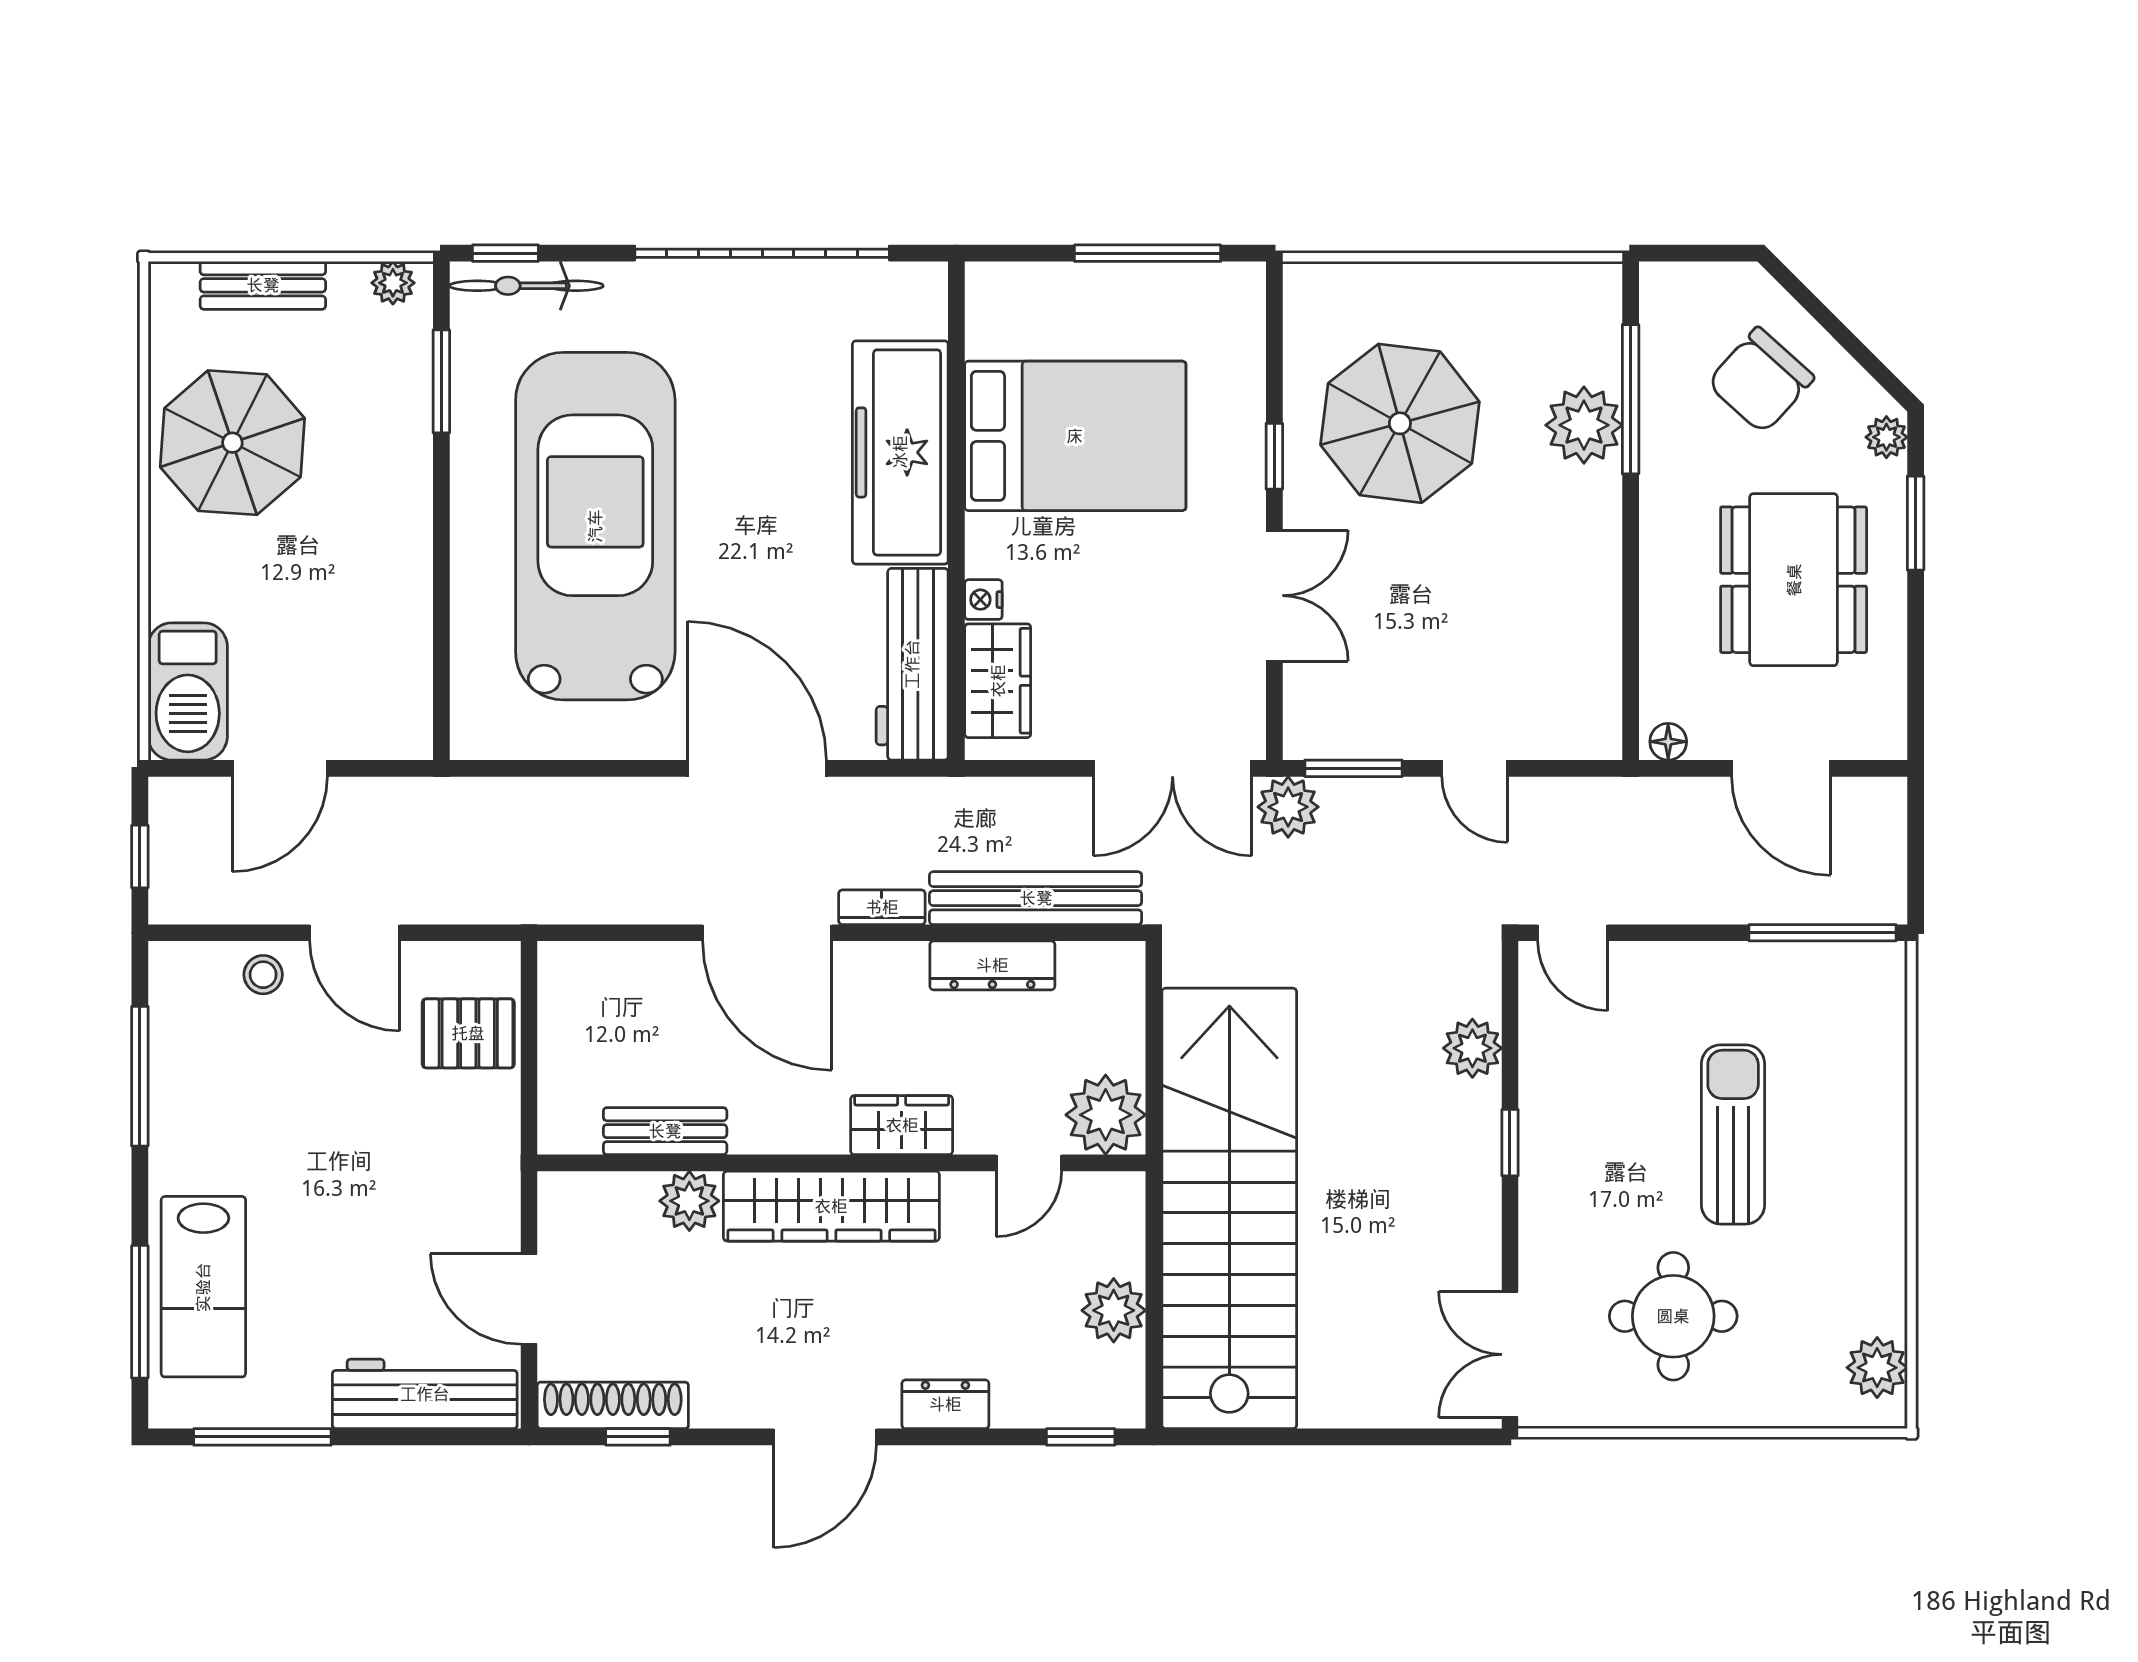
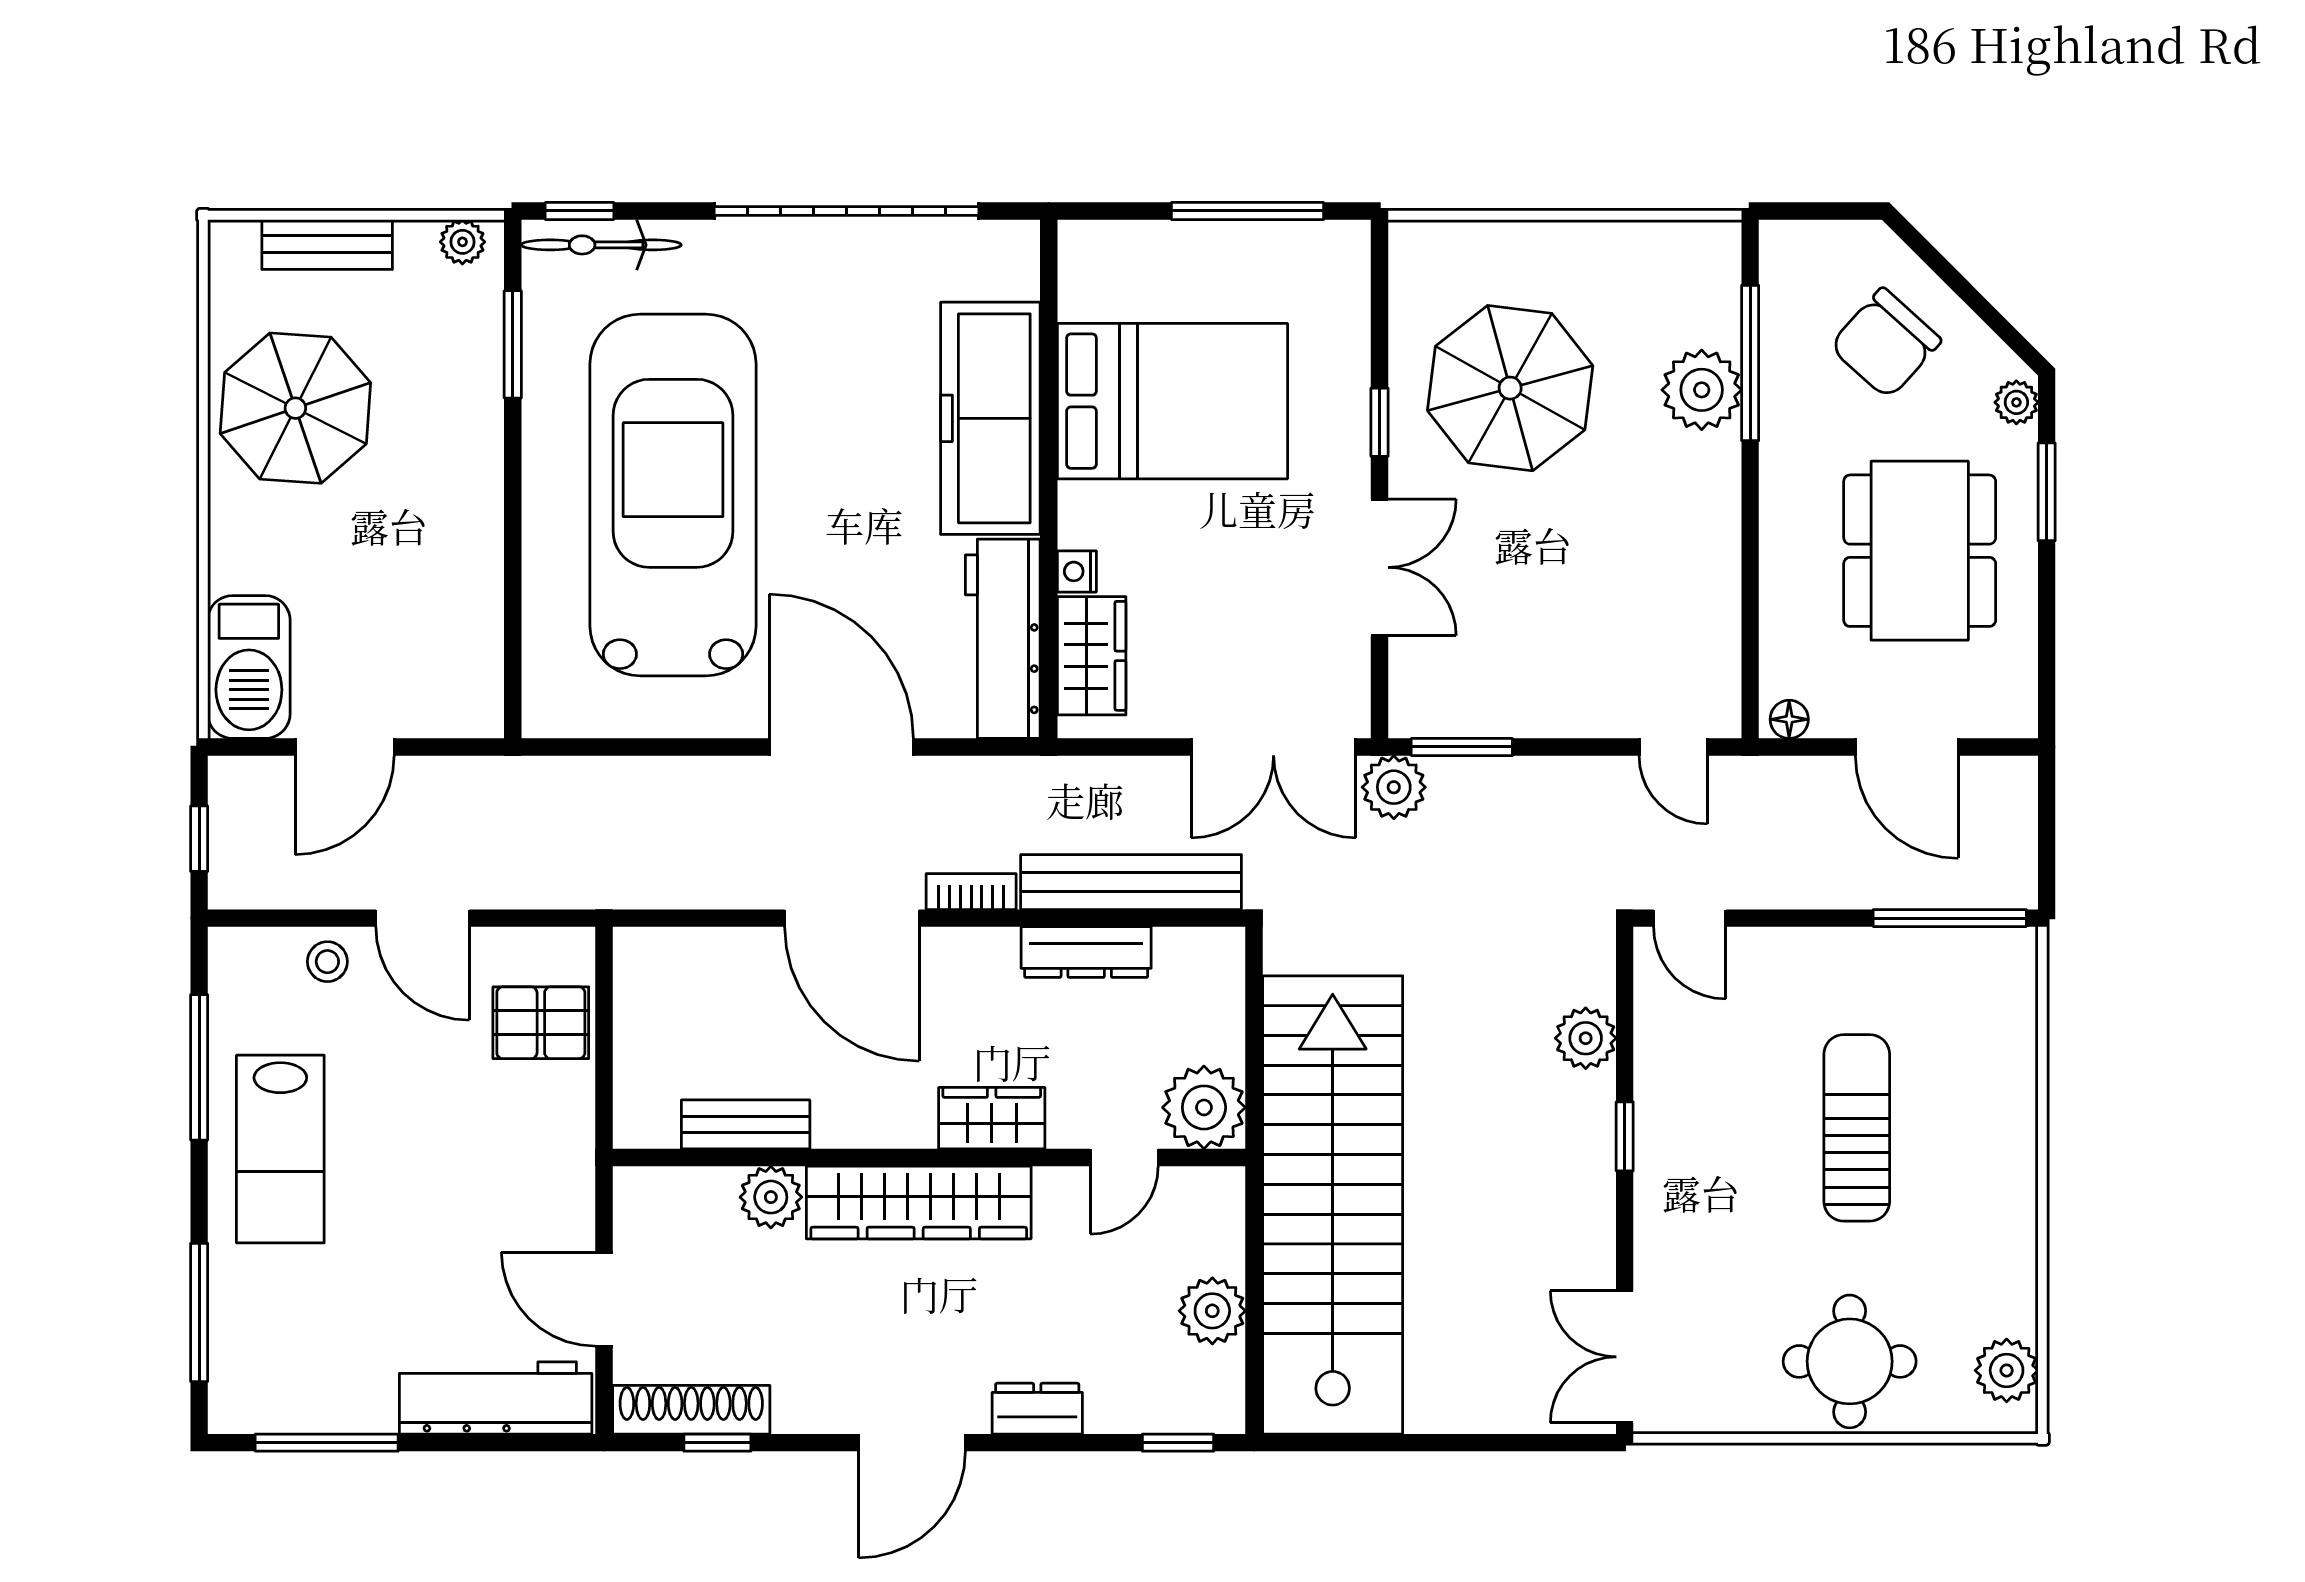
door: (1475, 768) -> (1673, 747), moved
lab bench: (203, 1287) -> (280, 1149), moved
round table: (1673, 1316) -> (1850, 1361), moved

